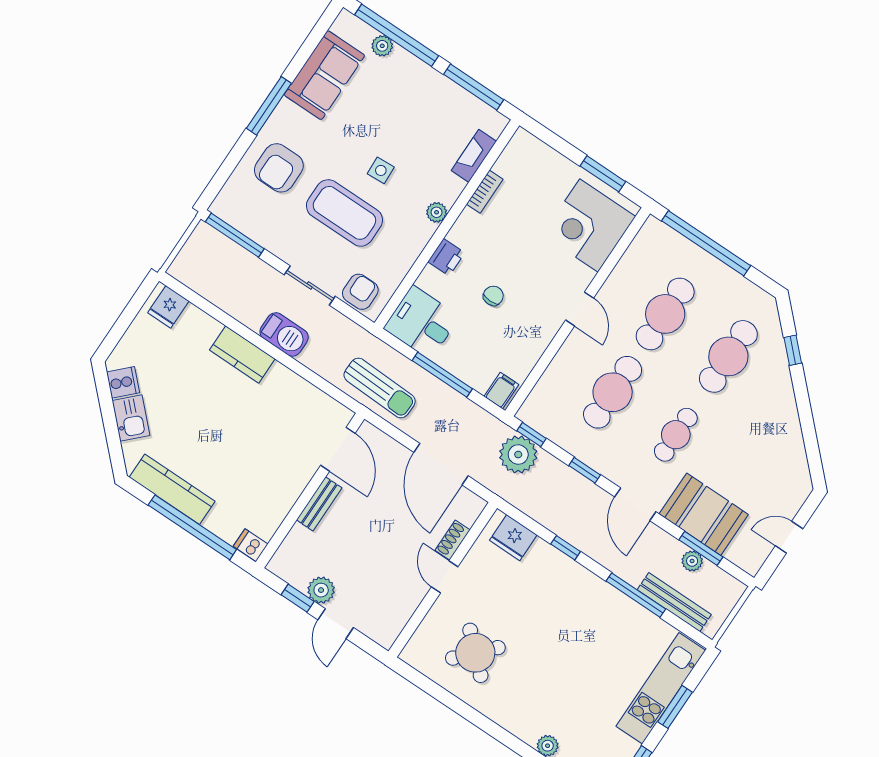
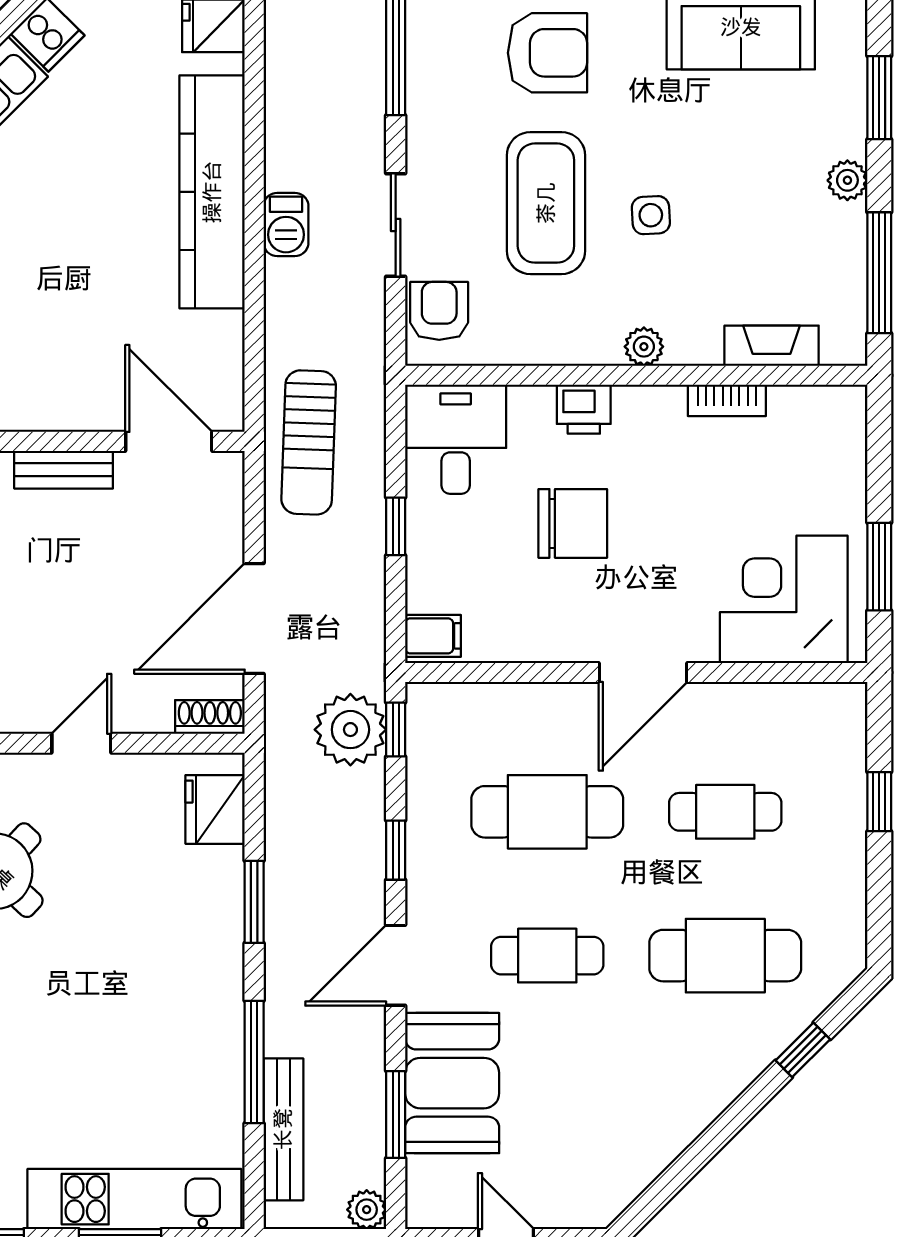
window: (397, 35) -> (879, 98), width x0.47
plant: (382, 46) -> (847, 180), moved
armchair: (279, 168) -> (547, 53), turned 180
window: (706, 243) -> (879, 802), width x0.32
armchair: (360, 292) -> (439, 311), turned -90
chair: (493, 296) -> (573, 523), width x1.87, depth x1.87
door: (580, 309) -> (643, 673), width x1.38
cafe table: (665, 314) -> (725, 812), width x0.73, depth x0.74
barbecue: (284, 334) -> (286, 224), width x0.73, depth x0.79
kitchen counter: (242, 354) -> (212, 192), width x2.08, depth x1.17
window: (442, 375) -> (396, 526), width x0.46
door: (338, 449) -> (169, 441), swing flipped
shoe rack: (453, 540) -> (210, 717), moved
window: (566, 548) -> (254, 902), width x1.50
plant: (692, 561) -> (367, 1210), moved

